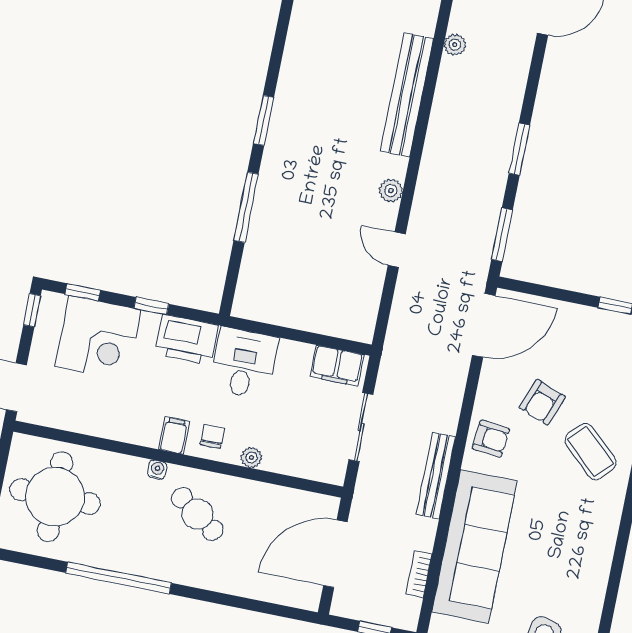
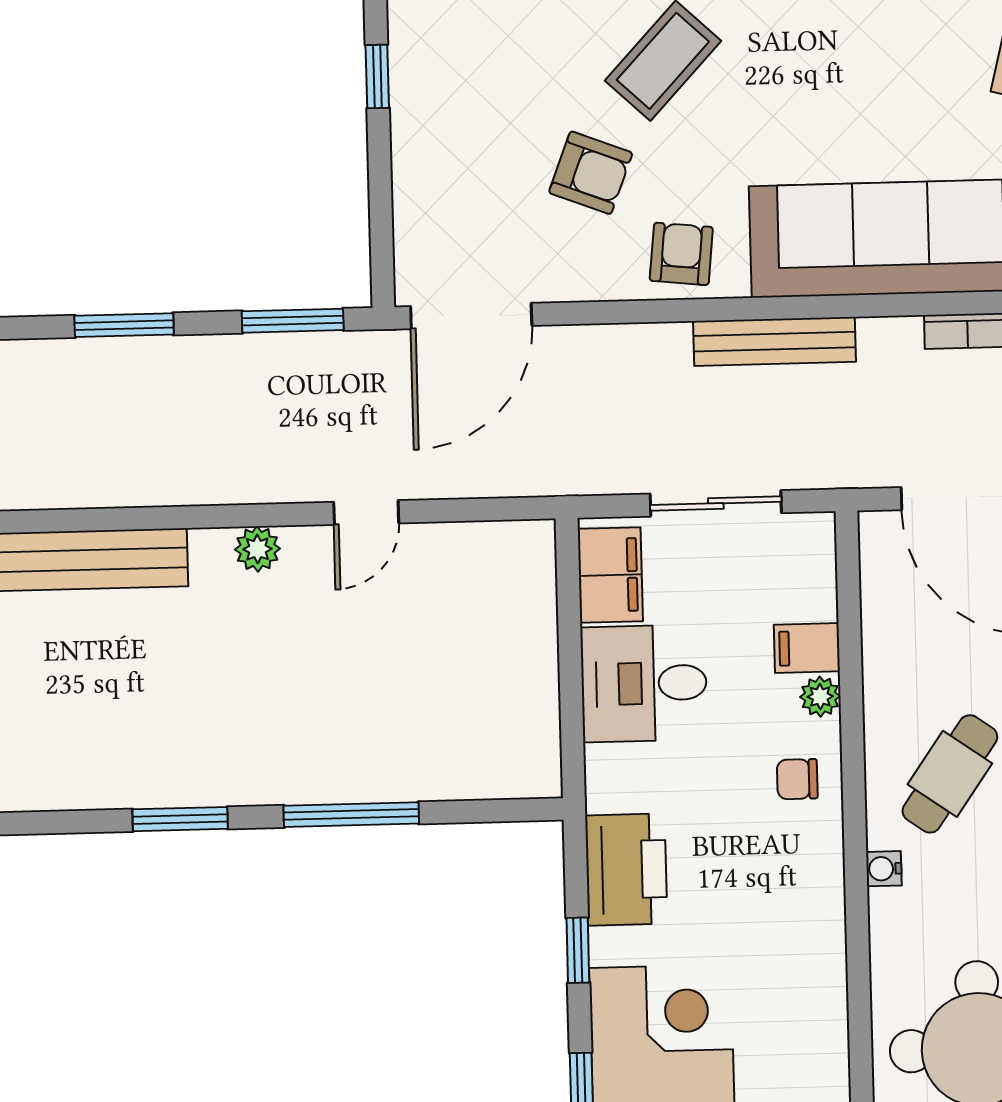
door: (484, 325) -> (471, 316), swing flipped
desk: (244, 363) -> (644, 683), moved
filing cabinet: (174, 436) -> (807, 648), moved

